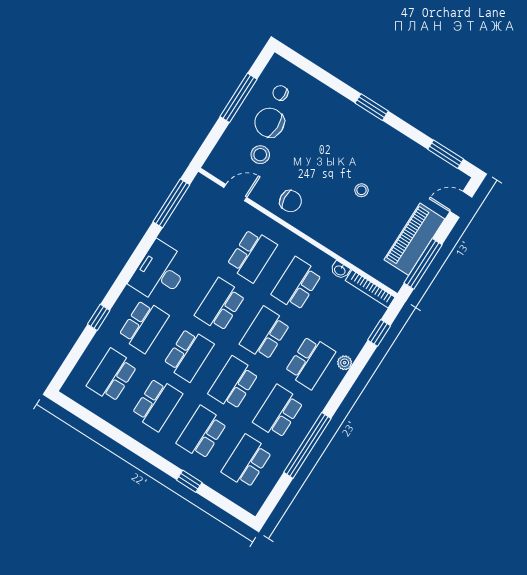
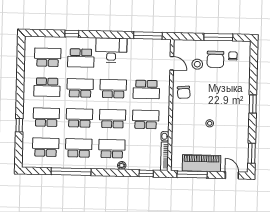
chair: (269, 123) -> (215, 59), turned 180
school desk: (189, 355) -> (80, 88), turned 180
school desk: (310, 362) -> (112, 149), turned 180

